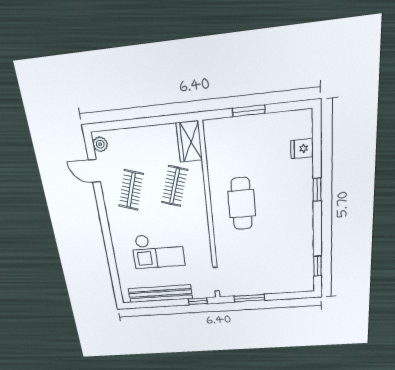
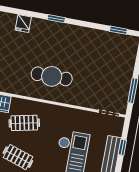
clothes rail: (175, 186) -> (24, 123), turned -30
window: (198, 301) -> (122, 147), moved

